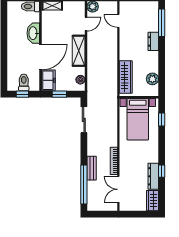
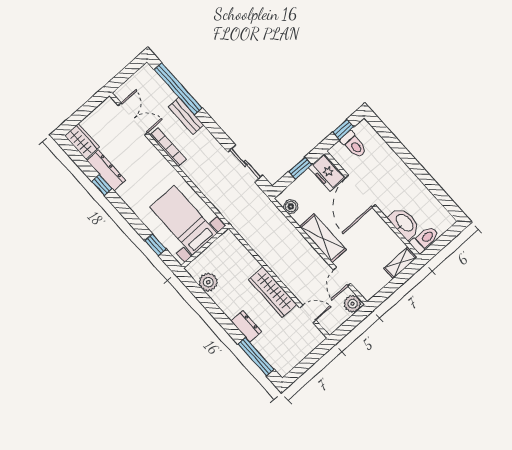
washbasin: (33, 33) -> (404, 223), moved
wardrobe: (126, 77) -> (273, 292), moved

